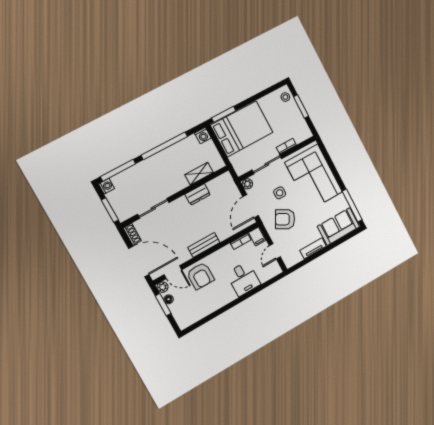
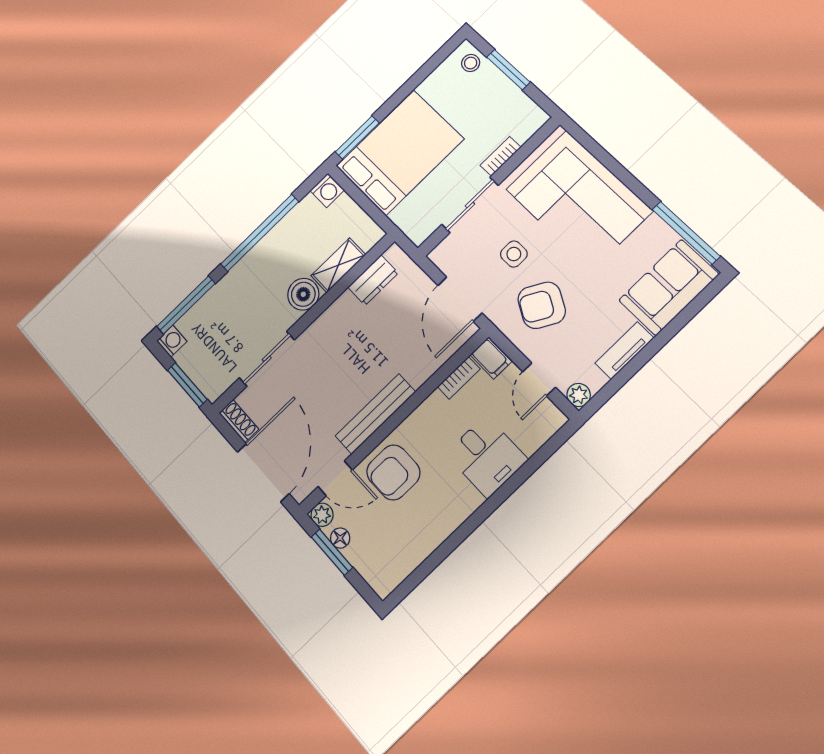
boiler: (179, 182) -> (303, 294), added
plant: (247, 184) -> (579, 395), moved
dresser: (198, 194) -> (373, 280), moved
bench: (204, 245) -> (375, 414), width x1.36
door: (139, 261) -> (263, 473), hinge flipped
armchair: (200, 276) -> (393, 472), turned 90

